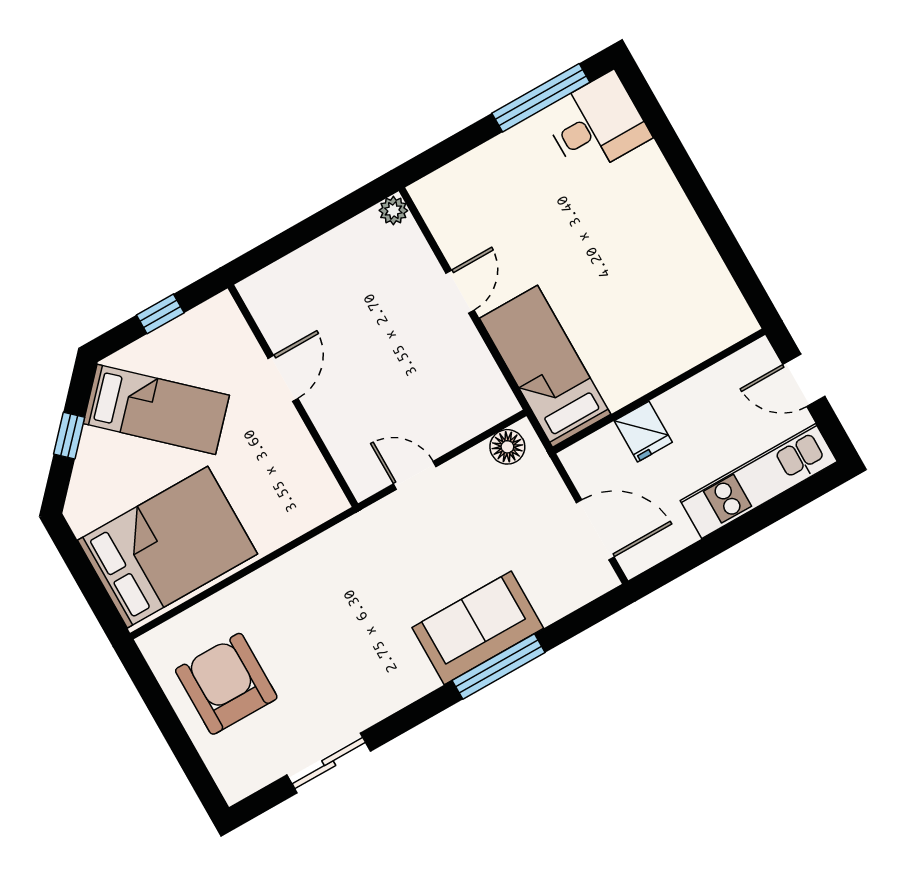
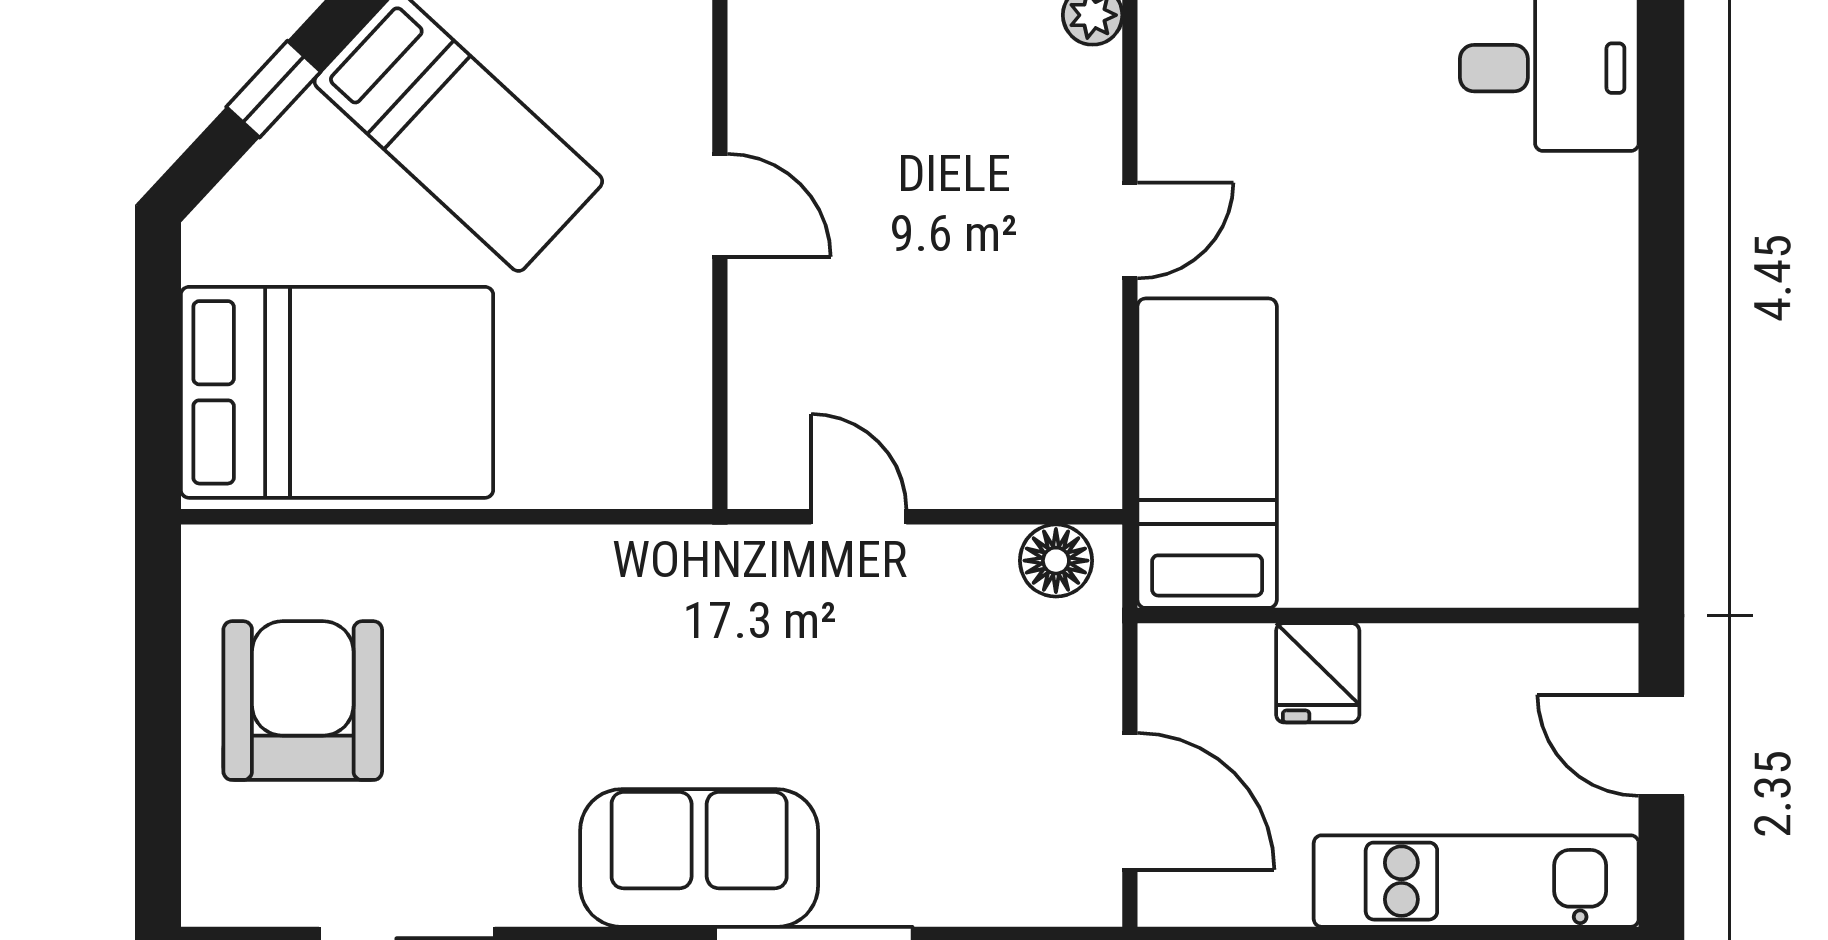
door: (283, 378) -> (720, 205), hinge flipped
sofa: (478, 628) -> (699, 858), moved

